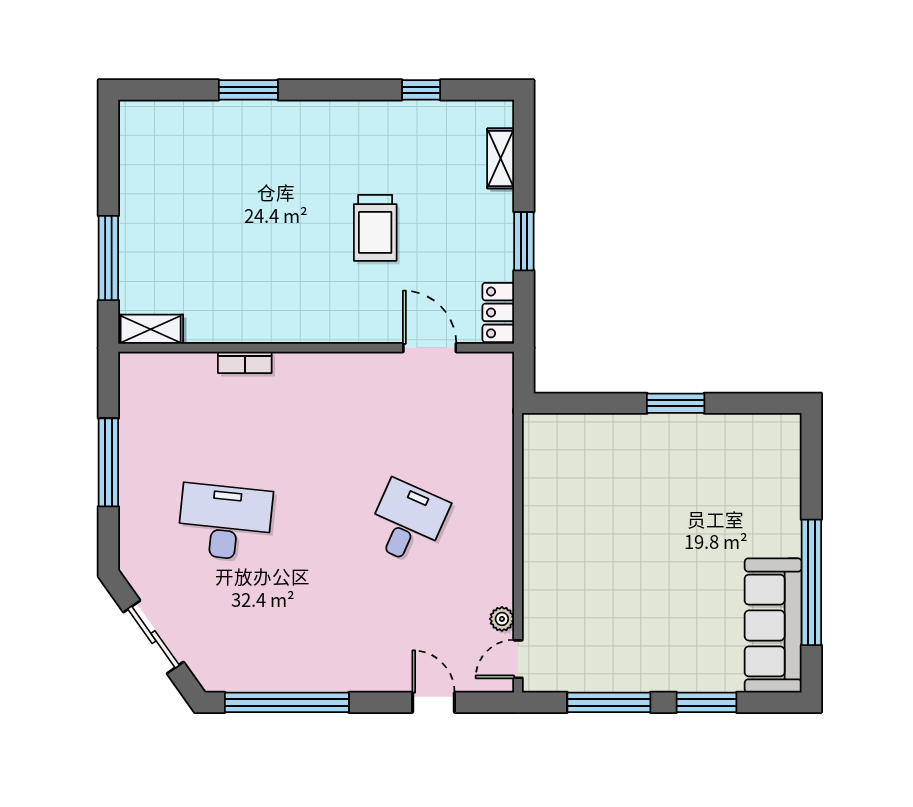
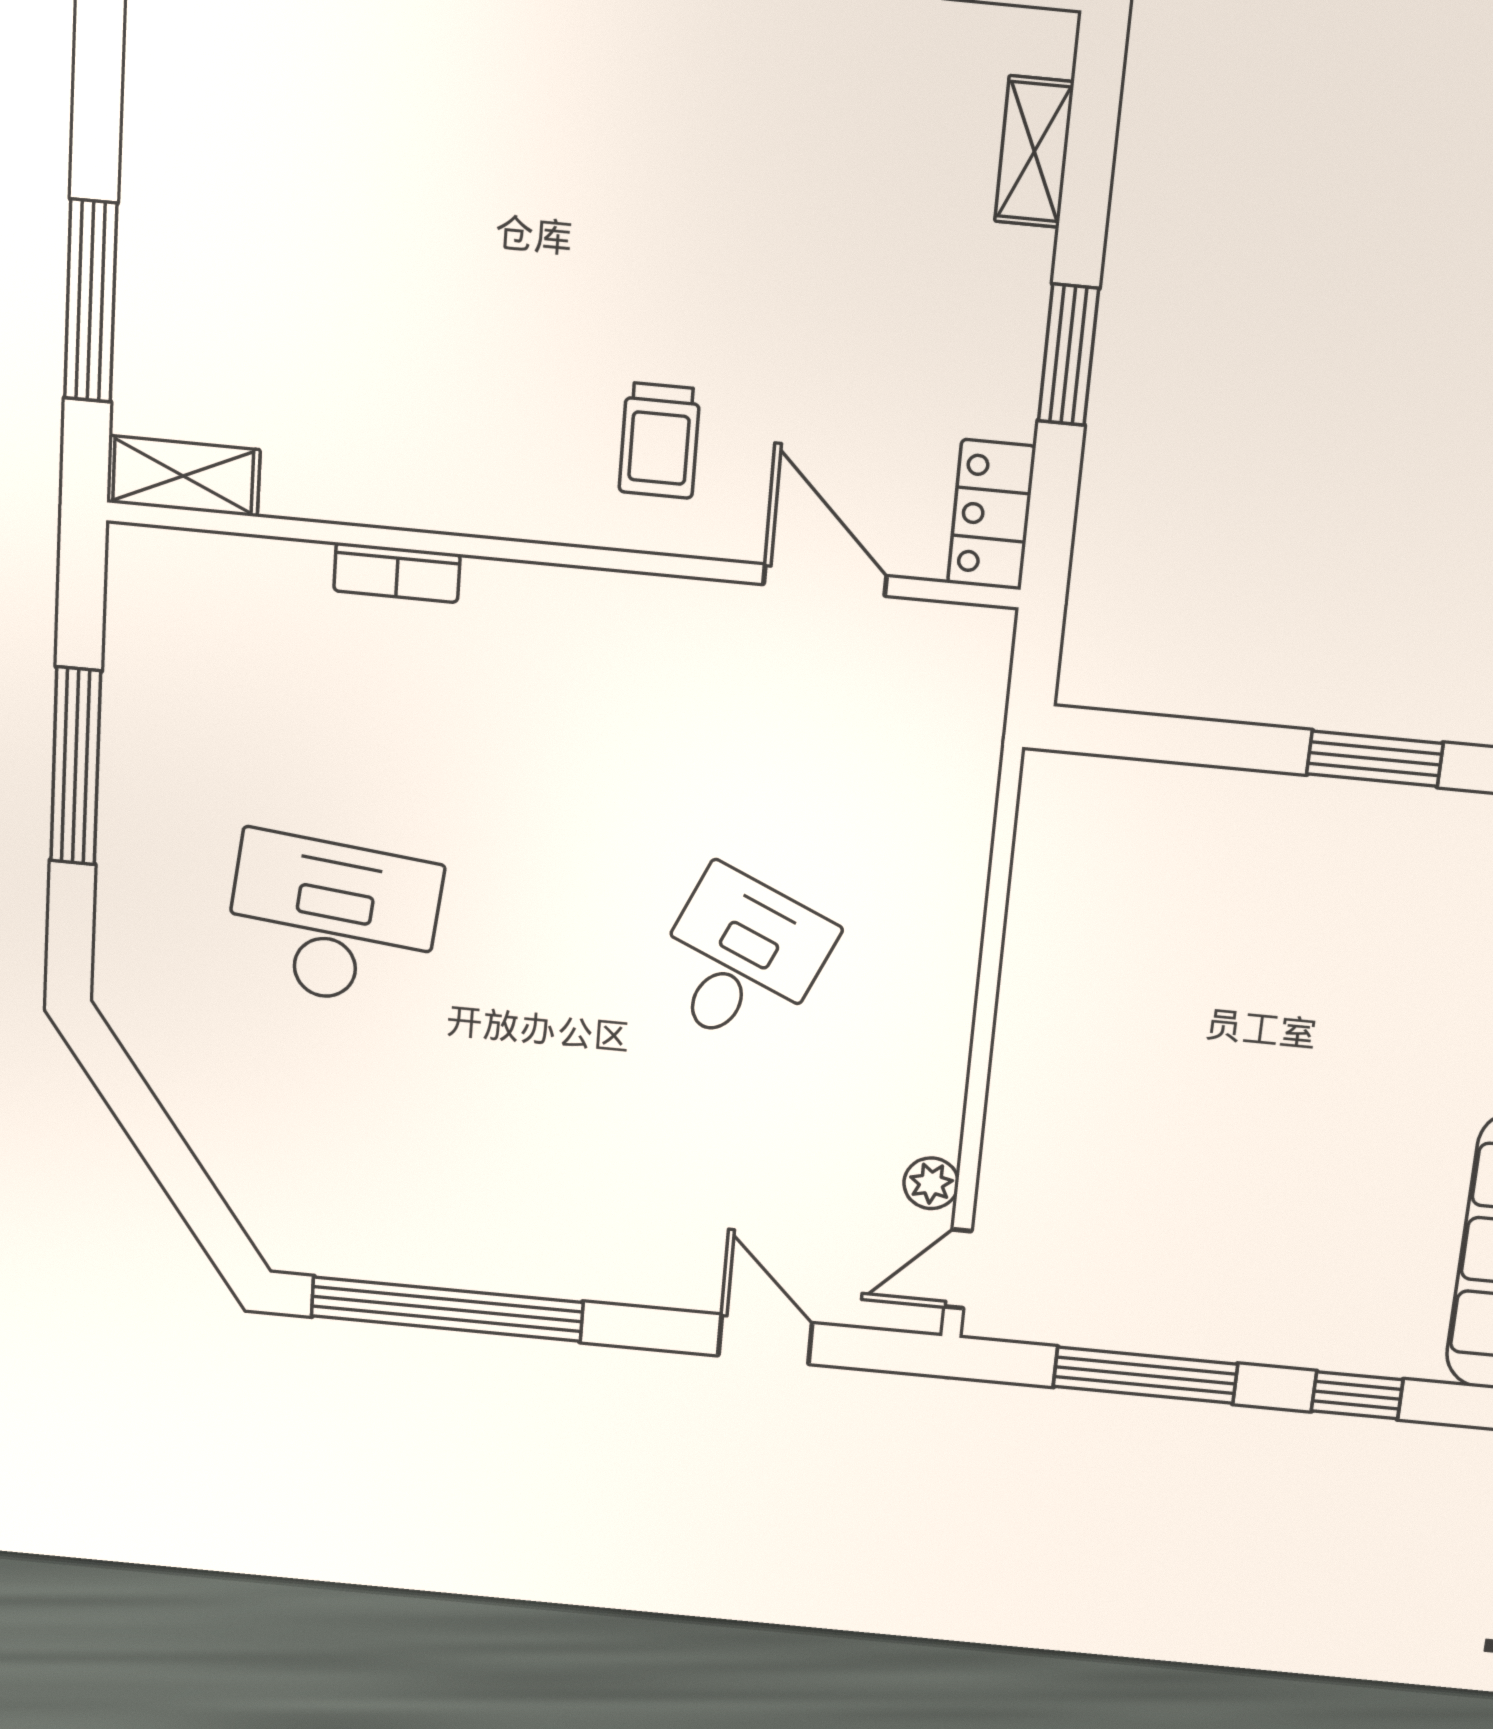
trolley: (375, 228) -> (660, 440), moved, width x0.73, depth x0.72
sliding door: (154, 637) -> (163, 1148), removed
window: (707, 702) -> (1357, 1395), width x0.67

